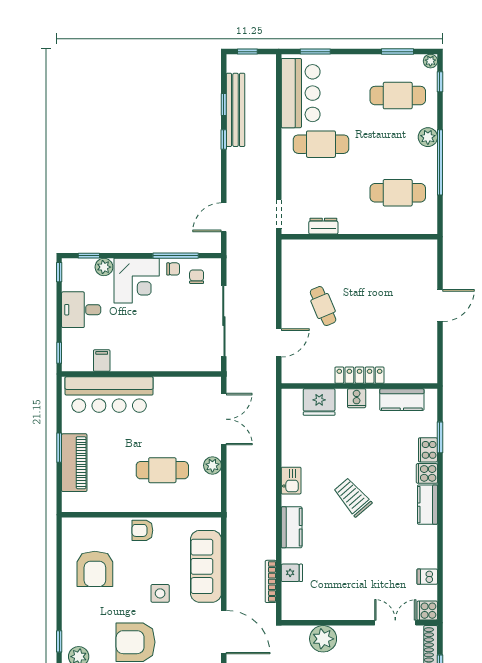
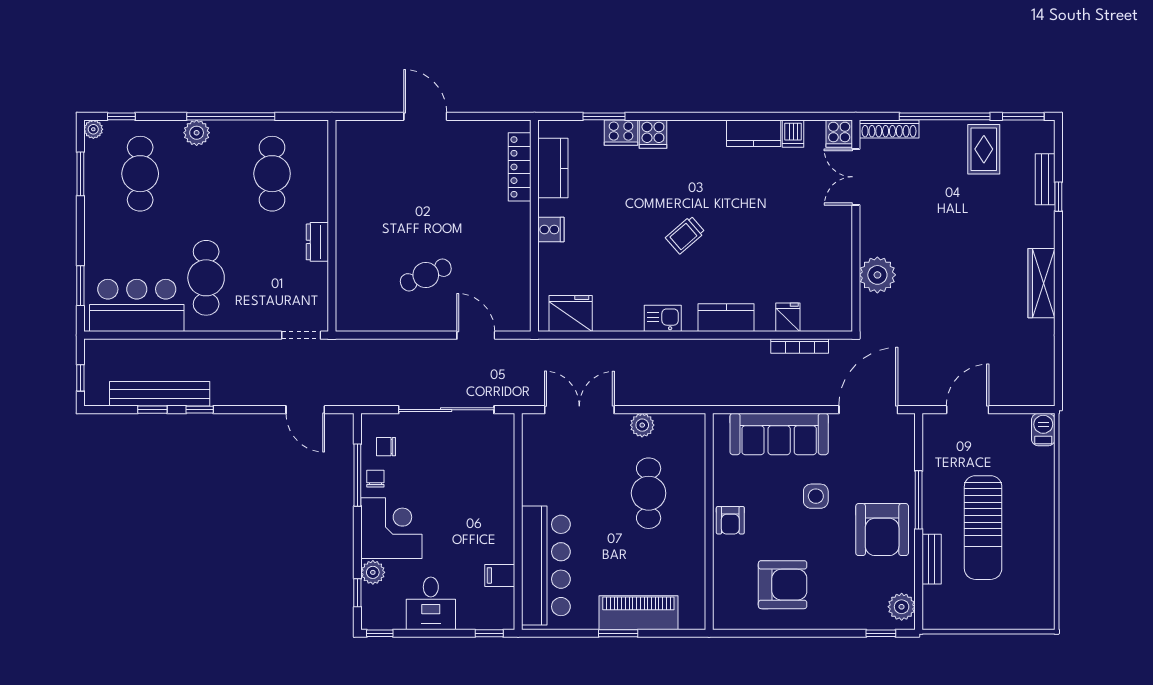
dresser: (323, 226) -> (317, 242), moved
locker: (359, 375) -> (520, 167), moved
fridge: (319, 402) -> (571, 314), moved, turned -90
trolley: (353, 497) -> (685, 235), width x0.73, depth x0.72
kitchen counter: (427, 505) -> (754, 133), moved

